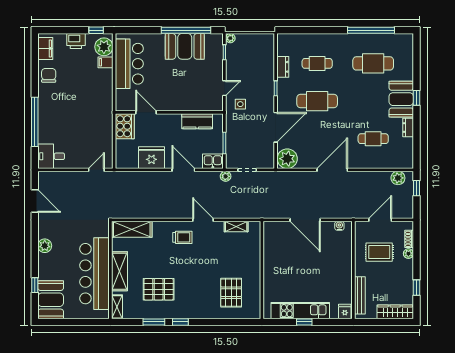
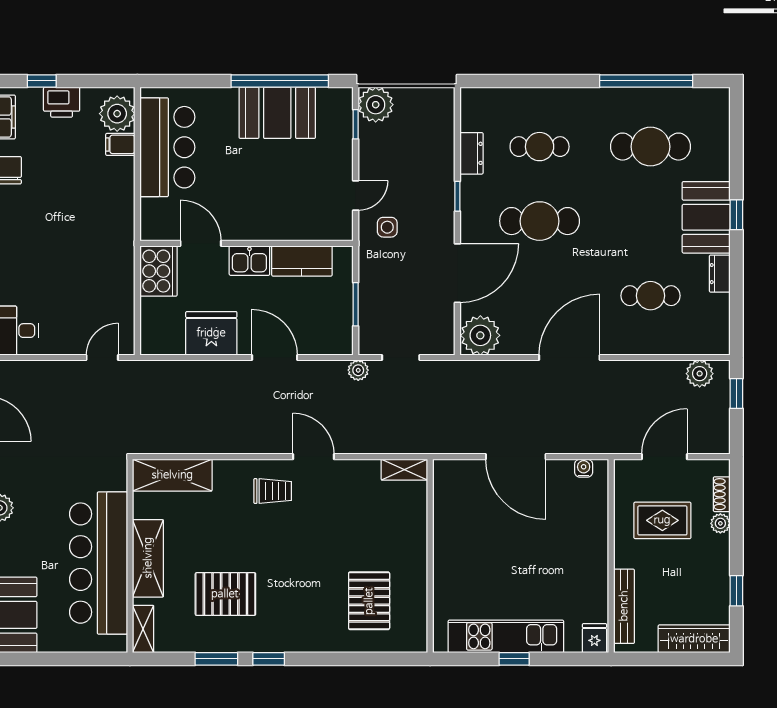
window: (96, 30) -> (42, 81), moved
plant: (230, 38) -> (376, 105), width x1.88, depth x1.88
kitchen sink: (213, 161) -> (249, 261), moved, turned 180
shelving: (236, 226) -> (404, 470), moved

